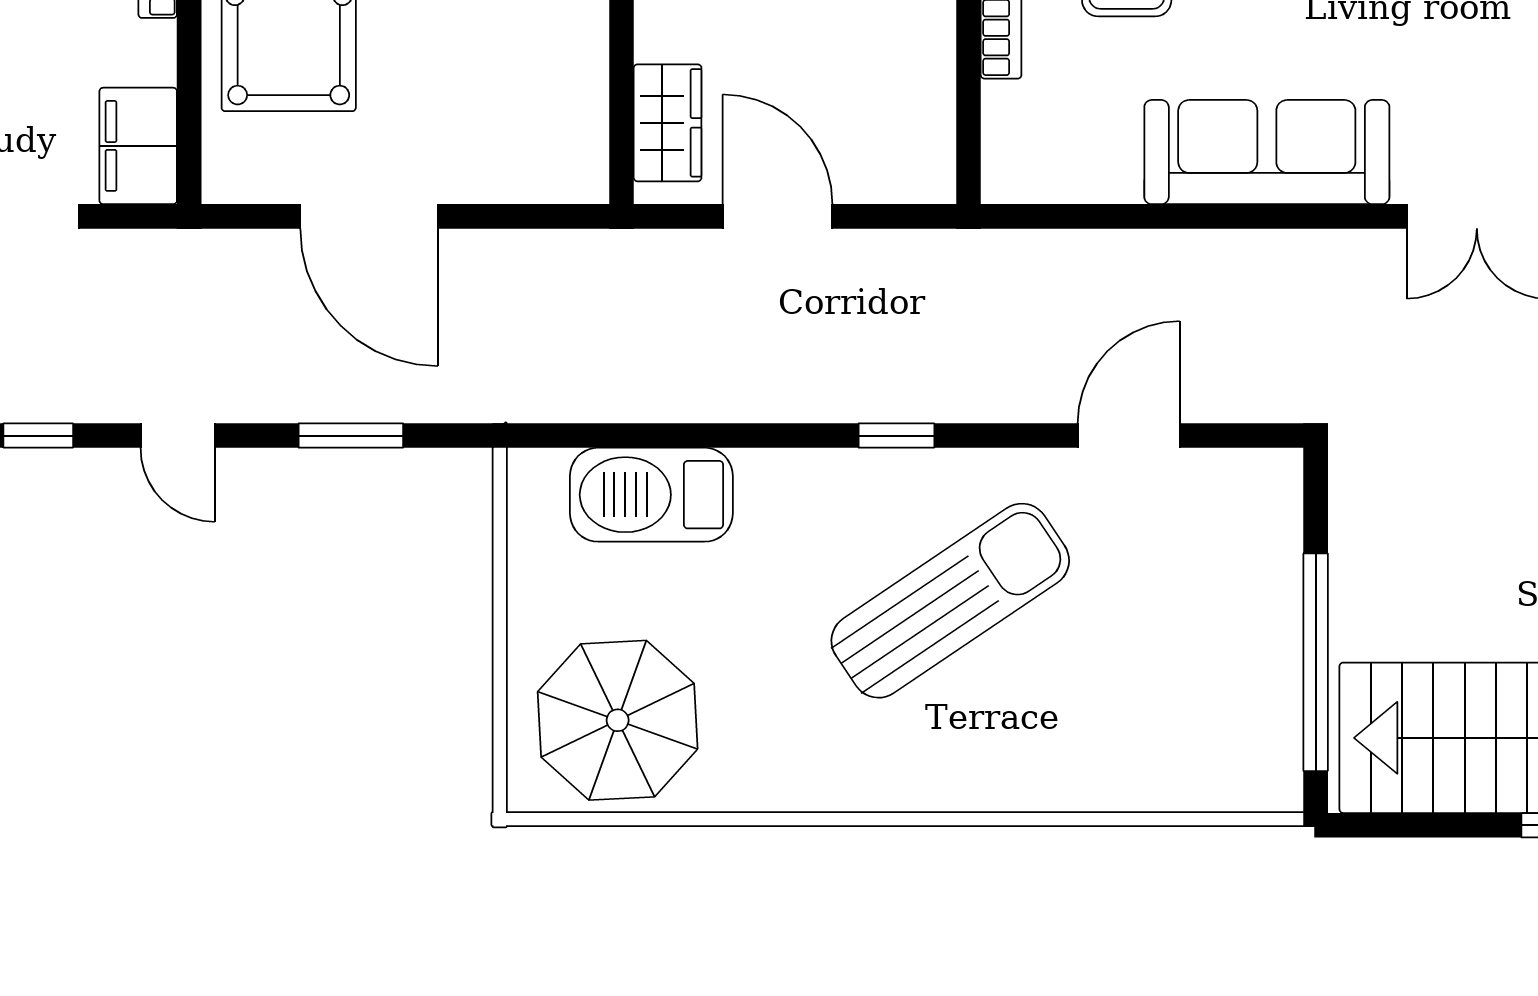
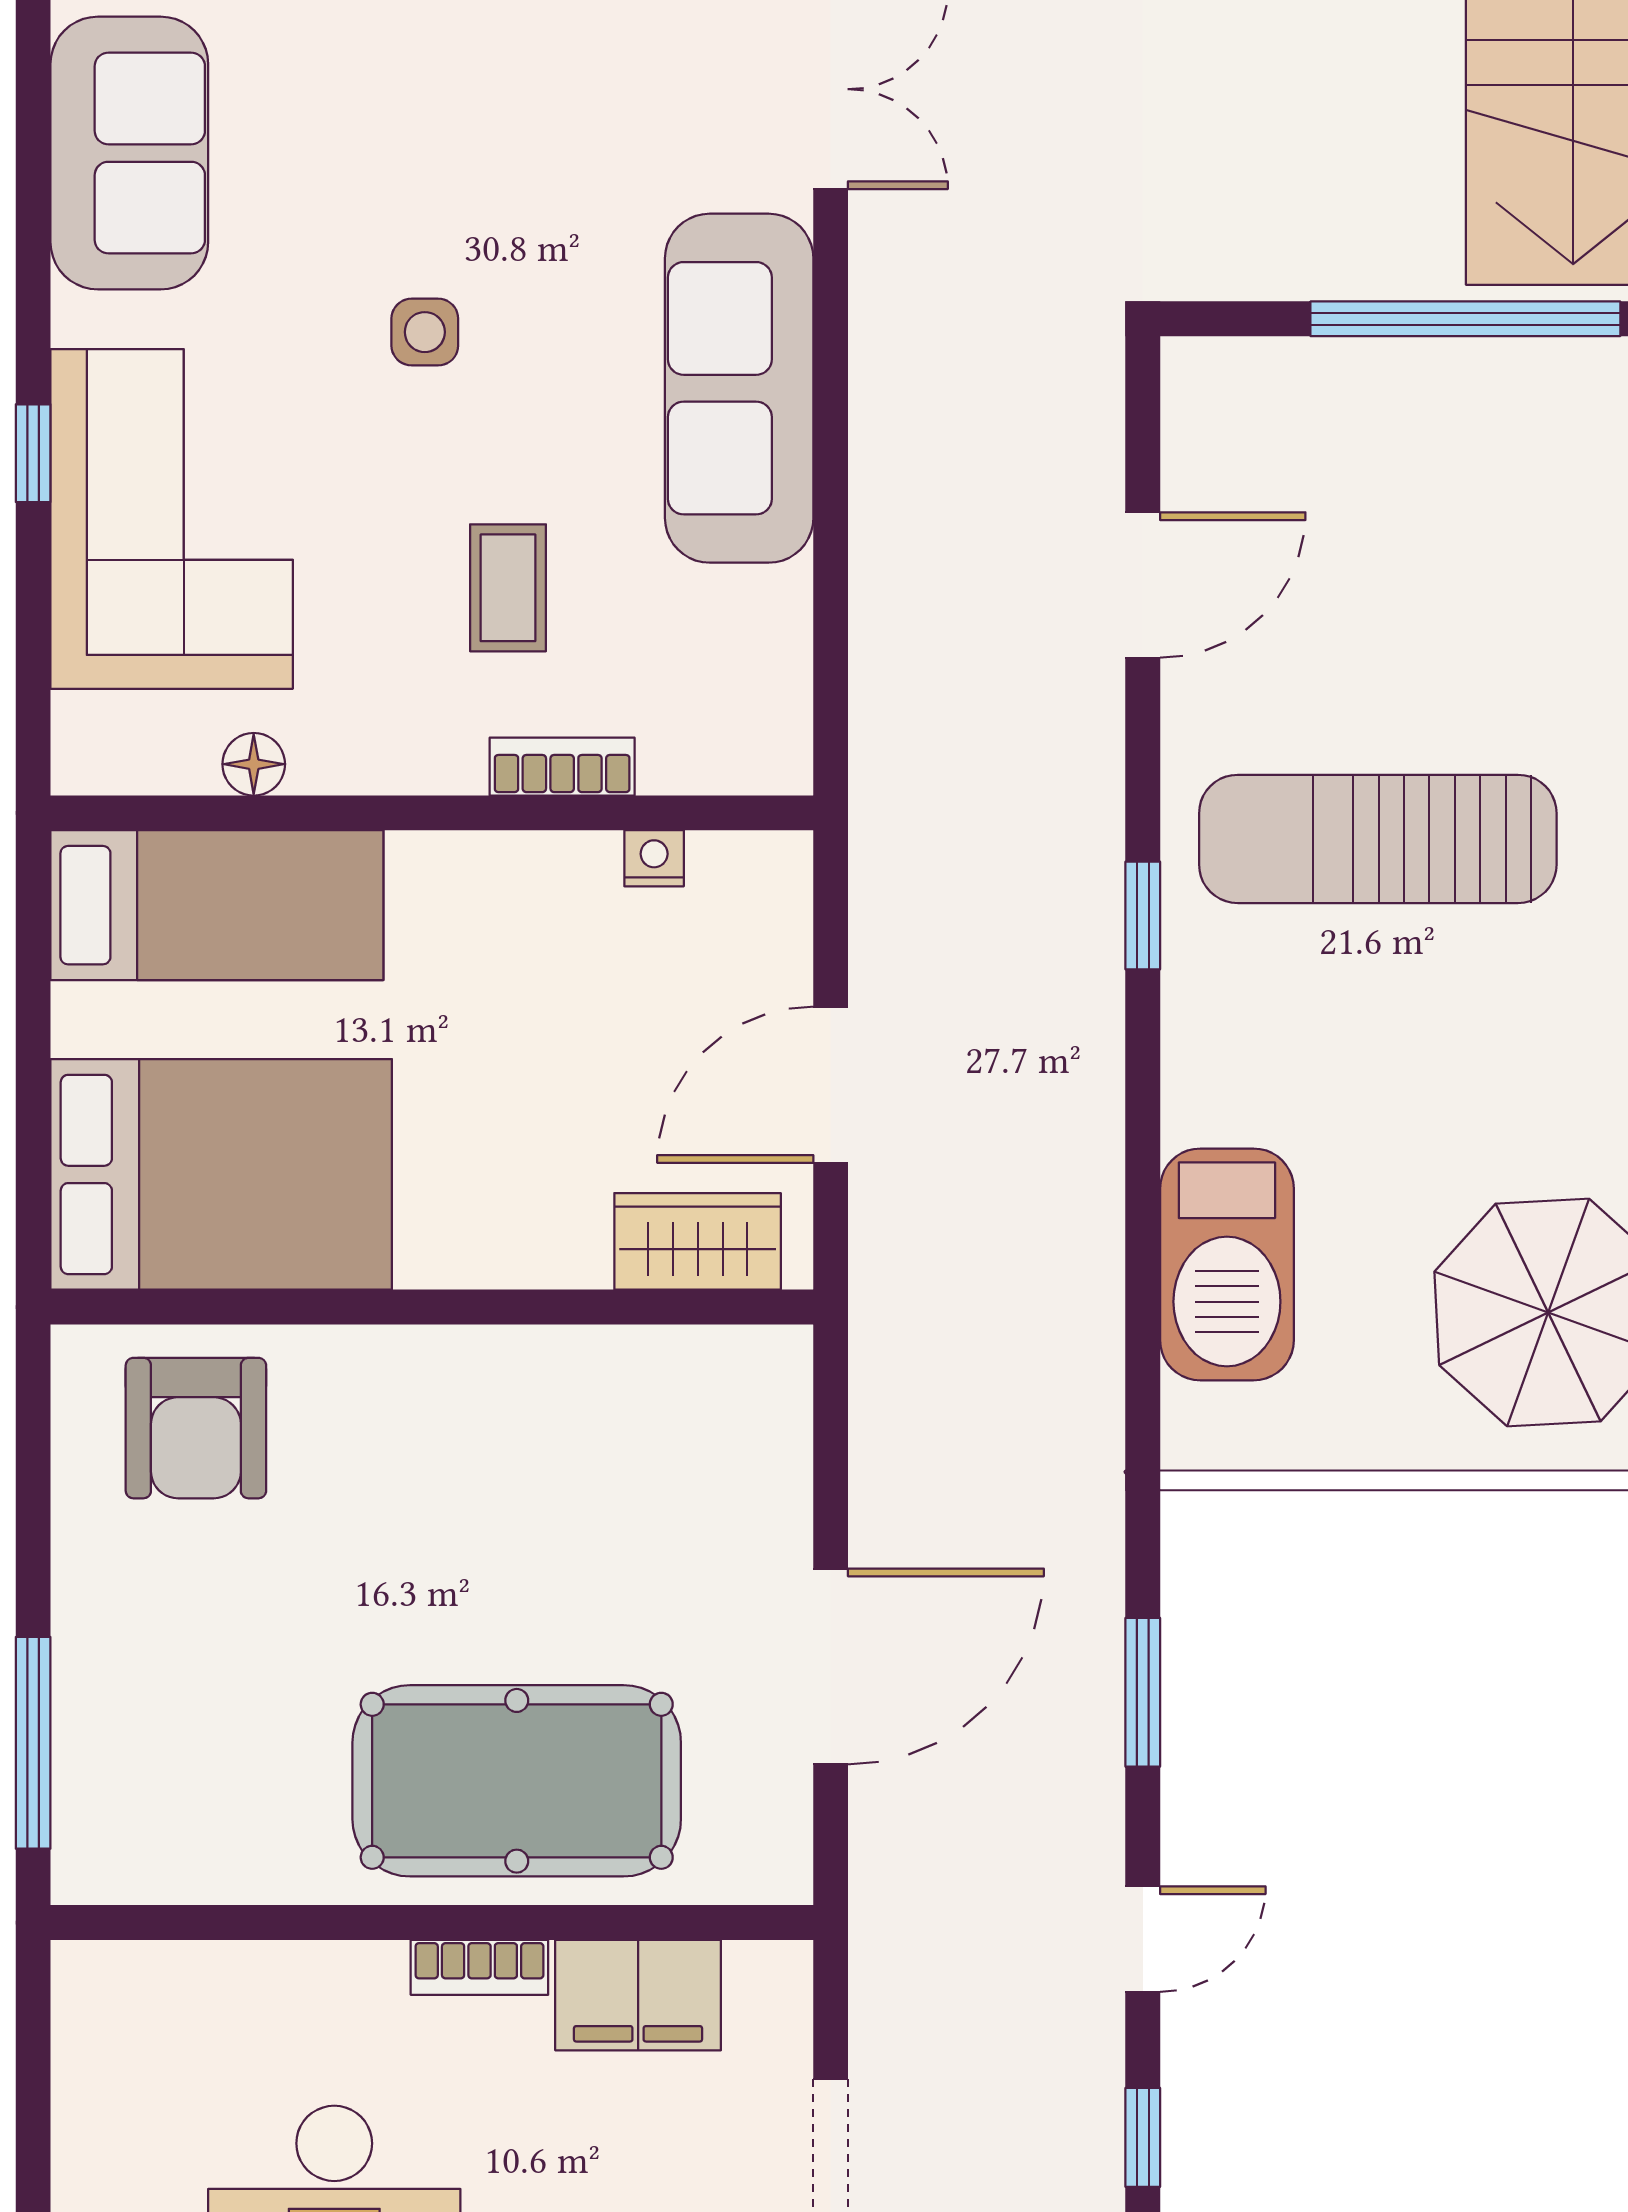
nightstand: (937, 92) -> (654, 858), added
filing cabinet: (138, 146) -> (638, 1995), moved
door: (1129, 436) -> (1143, 585), swing flipped
sun lounger: (950, 601) -> (1378, 839), turned -56

